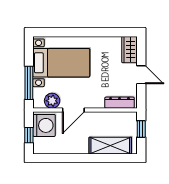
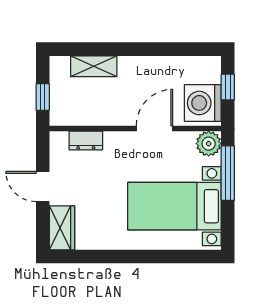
plant: (52, 101) -> (209, 144), moved
dresser: (119, 103) -> (86, 140), width x0.70
shelving: (110, 146) -> (94, 66), width x0.67, depth x0.75

